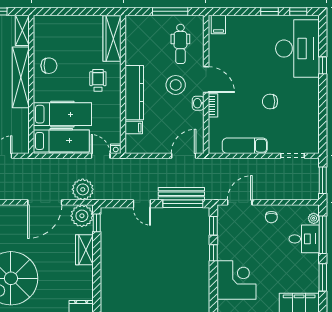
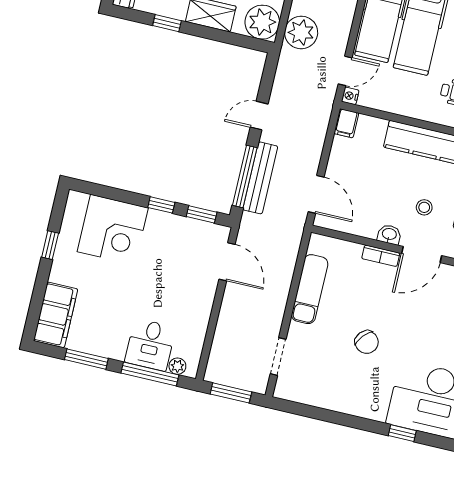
stool: (176, 85) -> (424, 207), width x0.53, depth x0.53
chair: (270, 101) -> (367, 342), turned 130
filing cabinet: (134, 128) -> (346, 123), moved
chair: (271, 217) -> (194, 304), removed
window: (97, 223) -> (167, 23), moved

